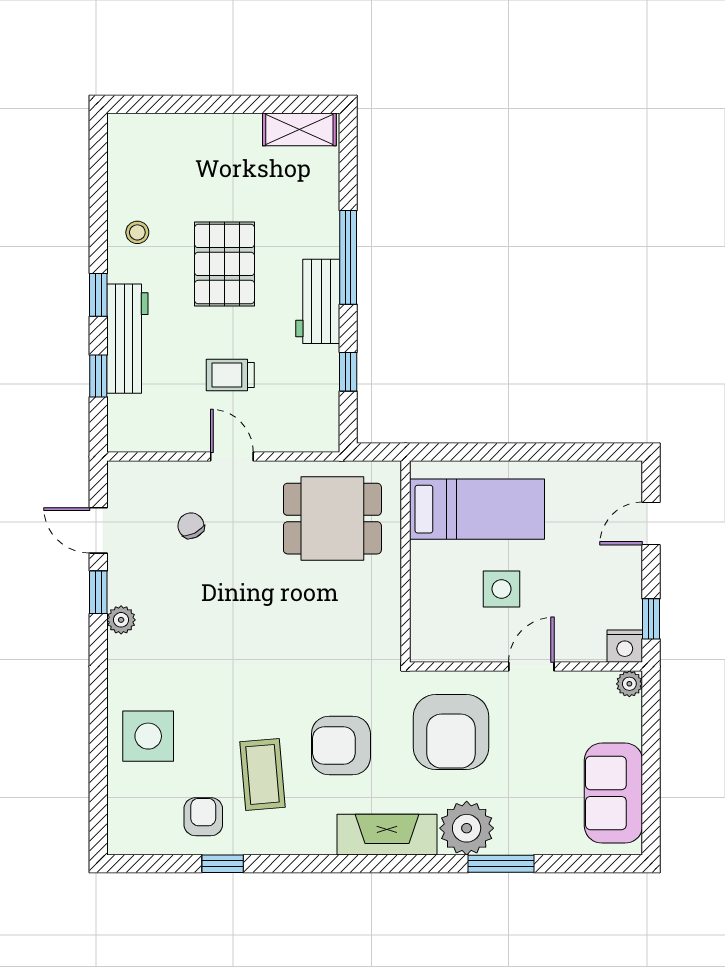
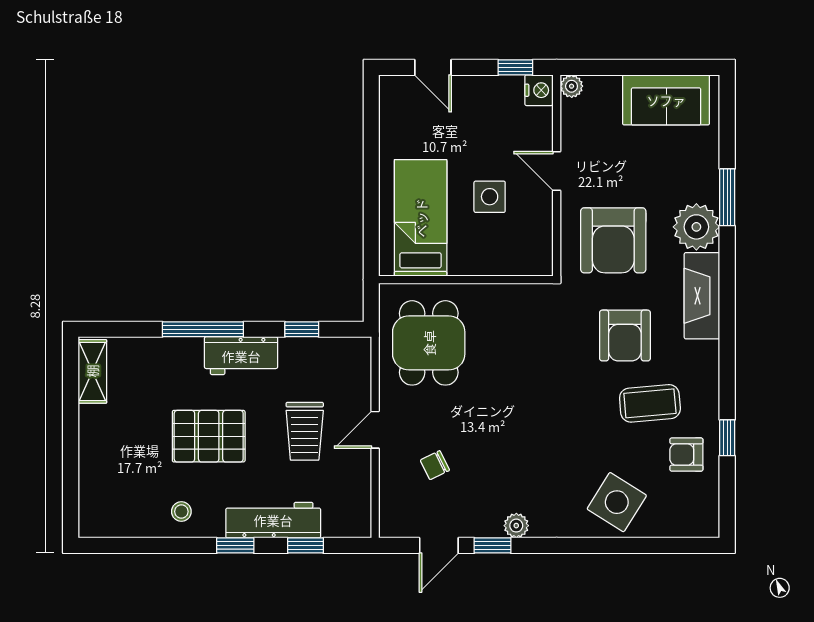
trolley: (230, 375) -> (305, 431), width x1.36, depth x1.39
armchair: (451, 732) -> (613, 240), turned 90
side table: (148, 736) -> (617, 502), turned 32

